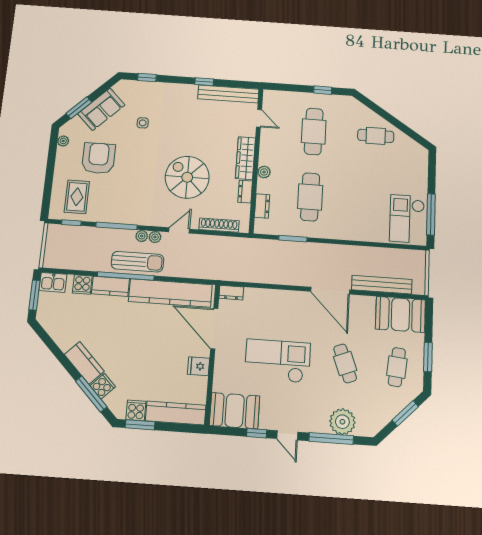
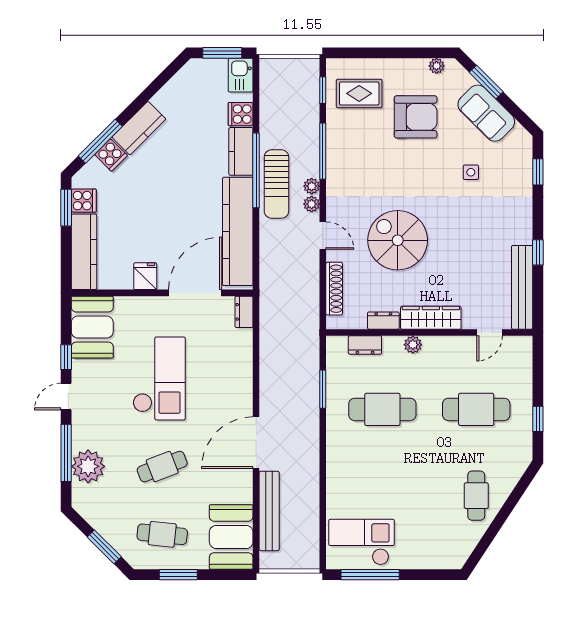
spiral stairs: (187, 177) -> (398, 240), turned -90

